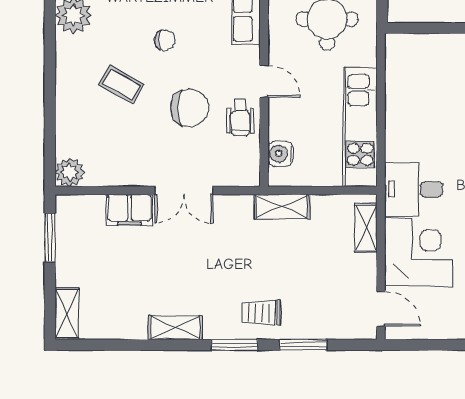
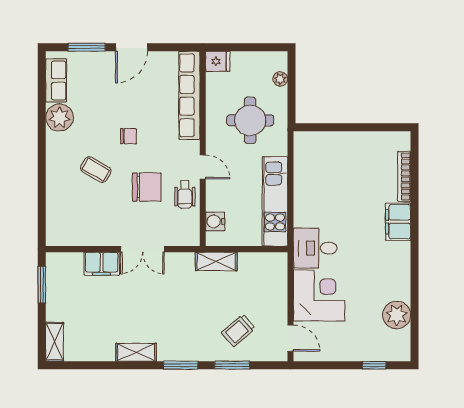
plant: (70, 172) -> (57, 235), removed
shelving: (366, 228) -> (279, 277), removed
trolley: (261, 313) -> (238, 330), moved, turned -41

